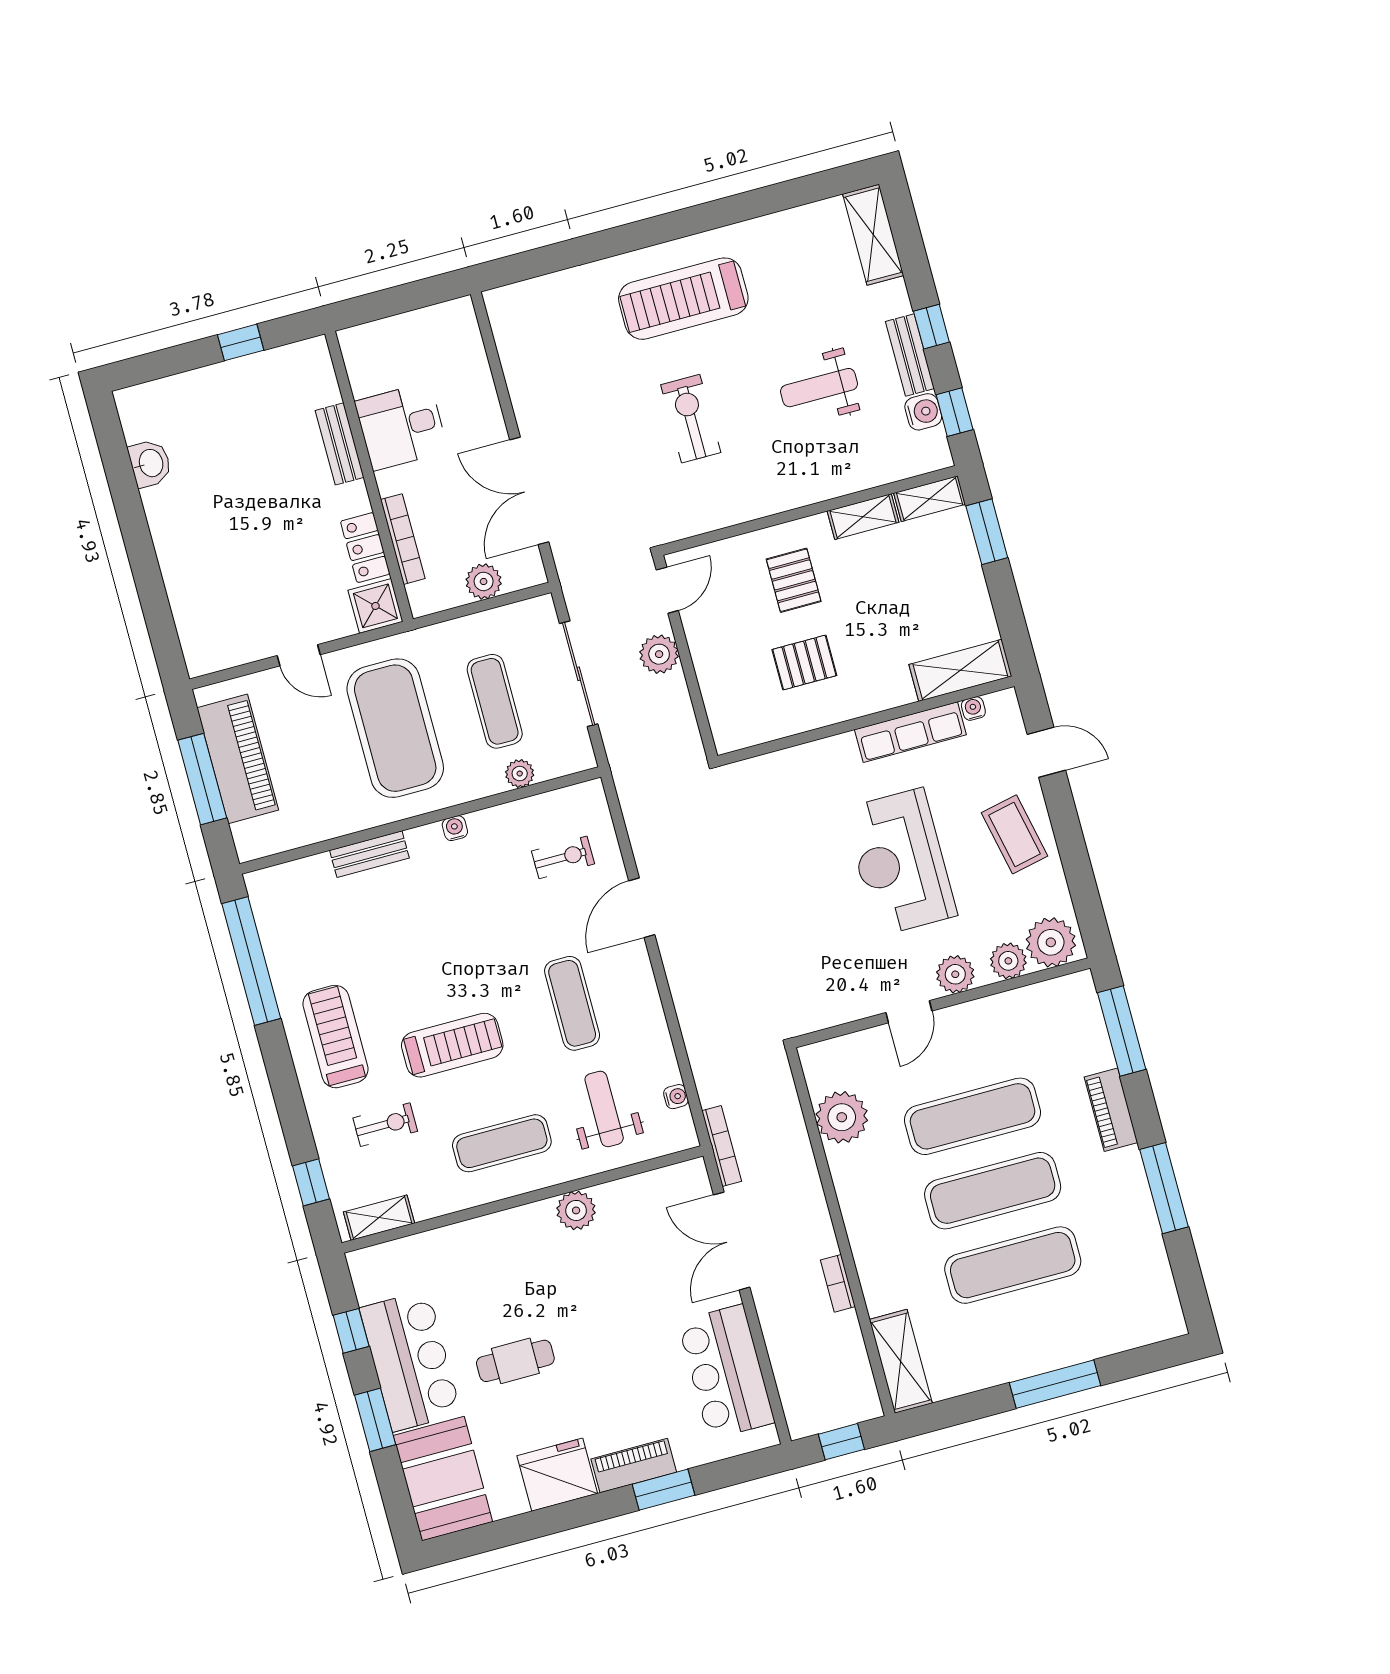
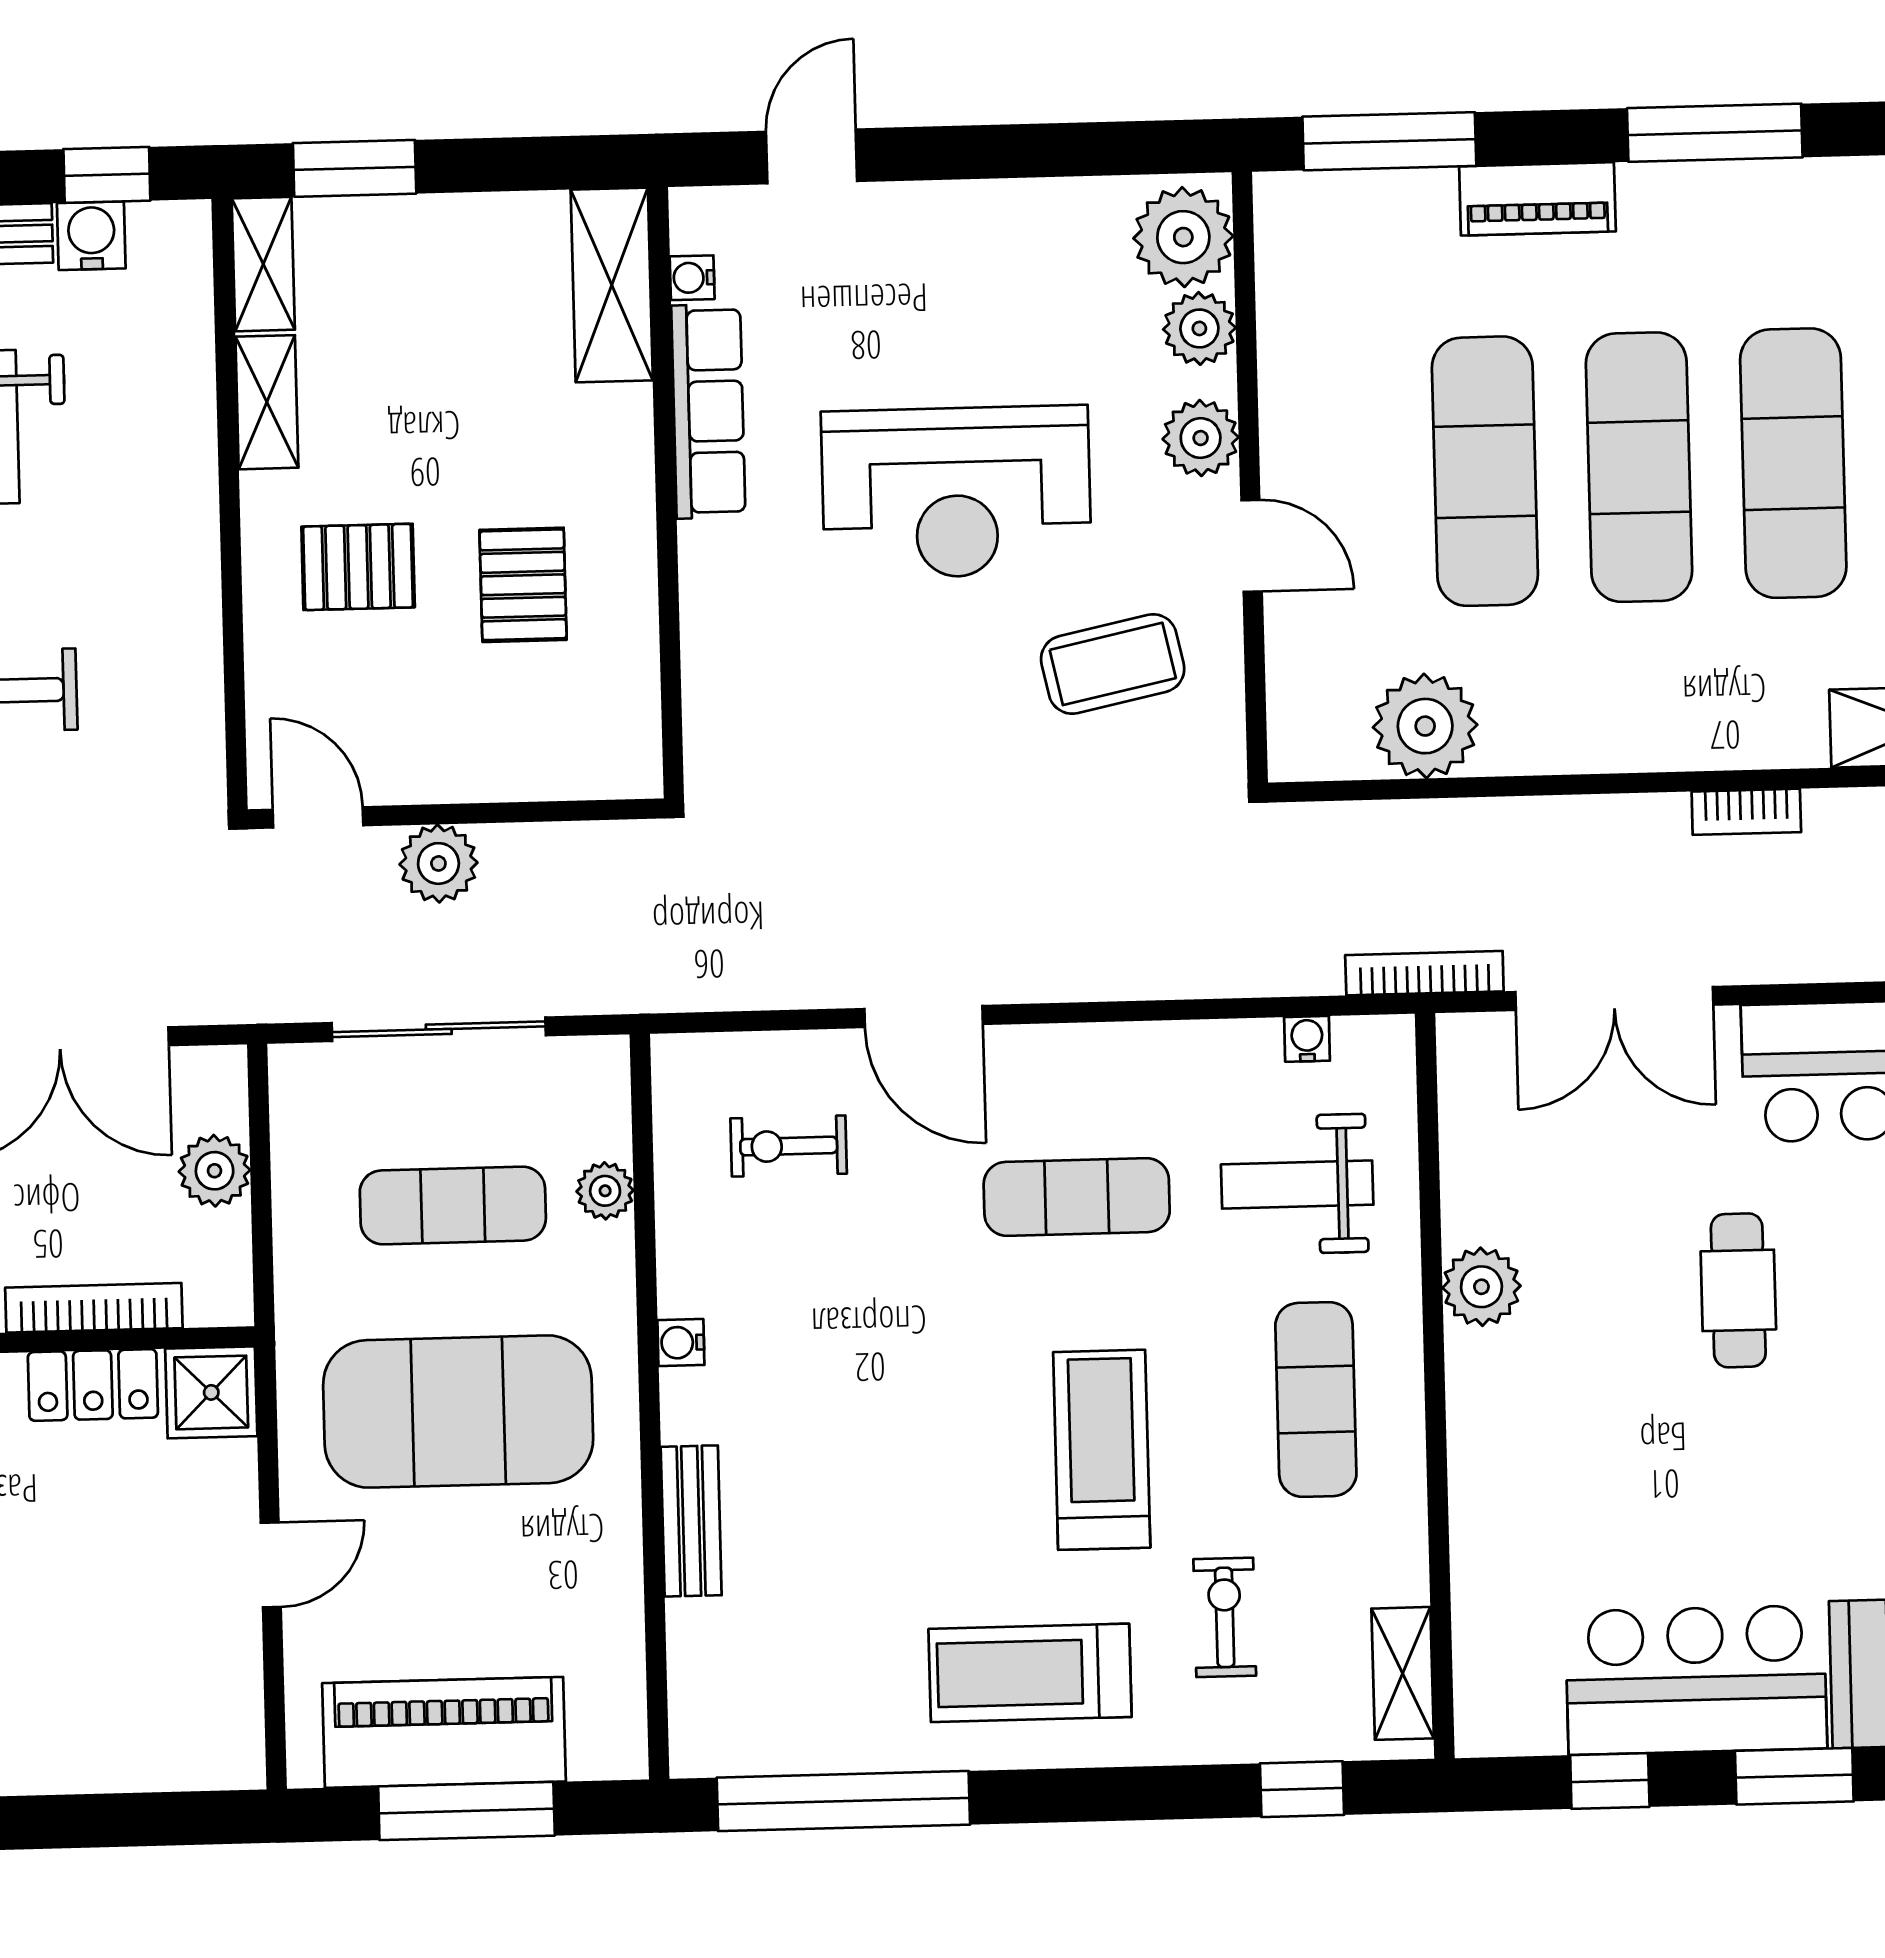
coffee table: (1015, 834) -> (1113, 664), moved
exercise bike: (563, 857) -> (789, 1146), turned -90
cafe table: (515, 1361) -> (1738, 1290), moved

